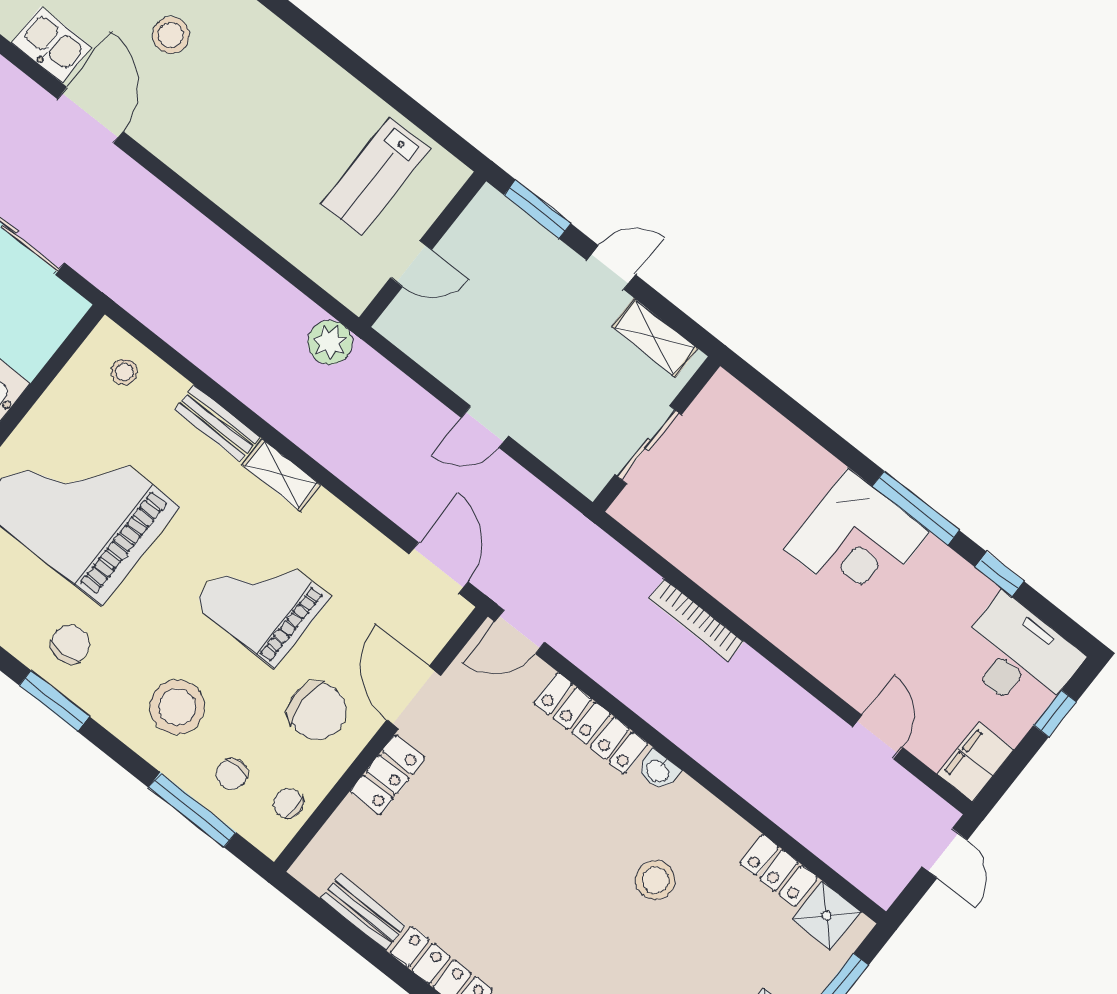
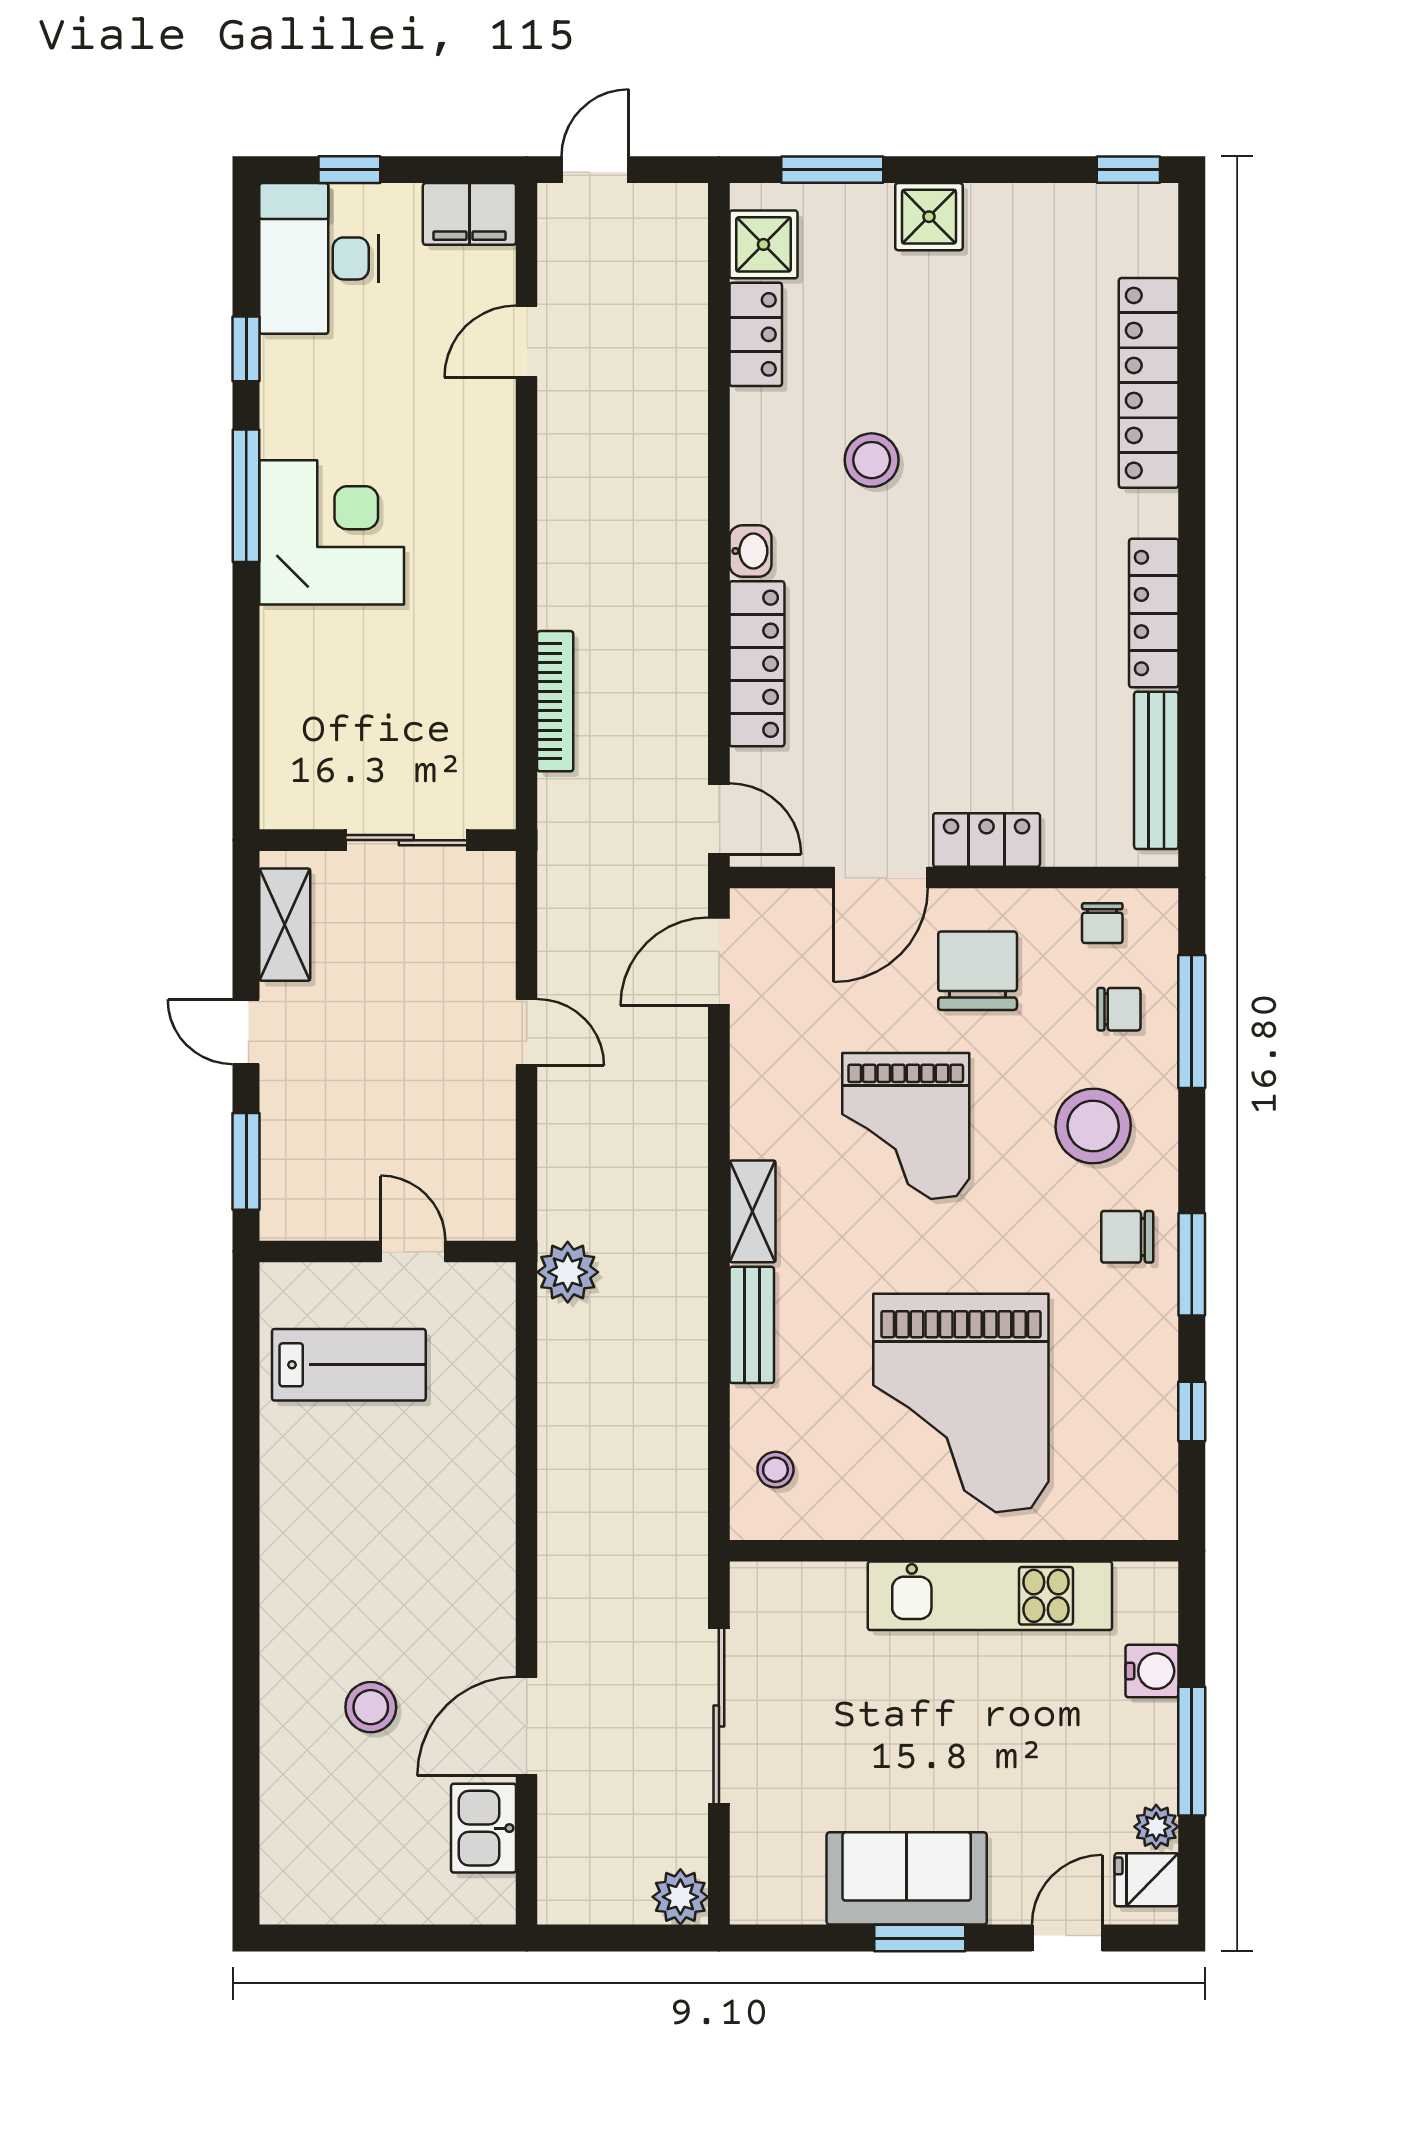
bookcase: (696, 620) -> (555, 701), moved
chair: (70, 644) -> (1127, 1237), moved
bench: (363, 912) -> (1156, 770), width x1.36

